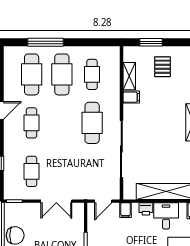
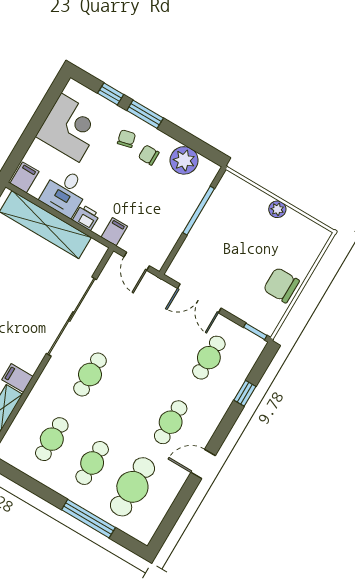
cafe table: (62, 74) -> (92, 463), width x0.73, depth x0.74
cafe table: (92, 123) -> (90, 375), width x0.73, depth x0.74
double door: (56, 201) -> (199, 298), swing flipped
door: (103, 201) -> (137, 261), swing flipped

